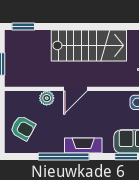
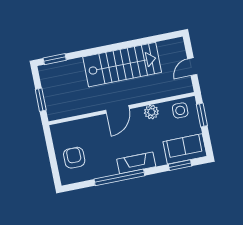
plant: (47, 98) -> (151, 112), moved
armchair: (23, 128) -> (74, 158), turned -119

